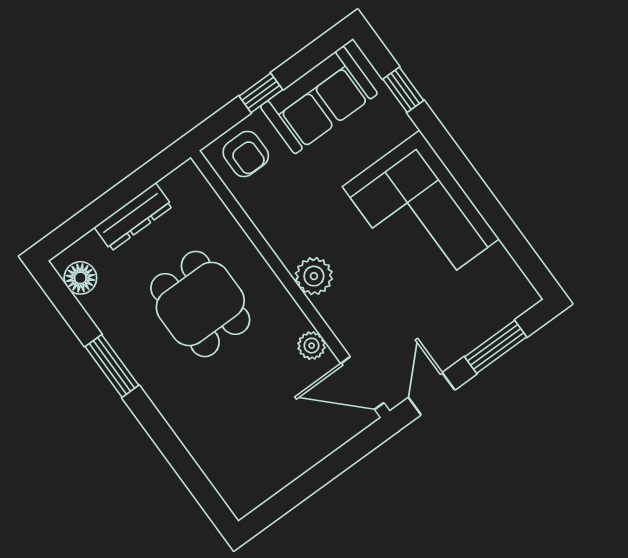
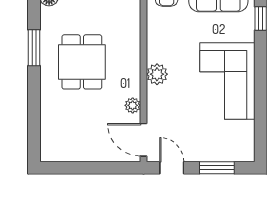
dining table: (200, 304) -> (82, 62), moved
door: (432, 394) -> (172, 168), hinge flipped

